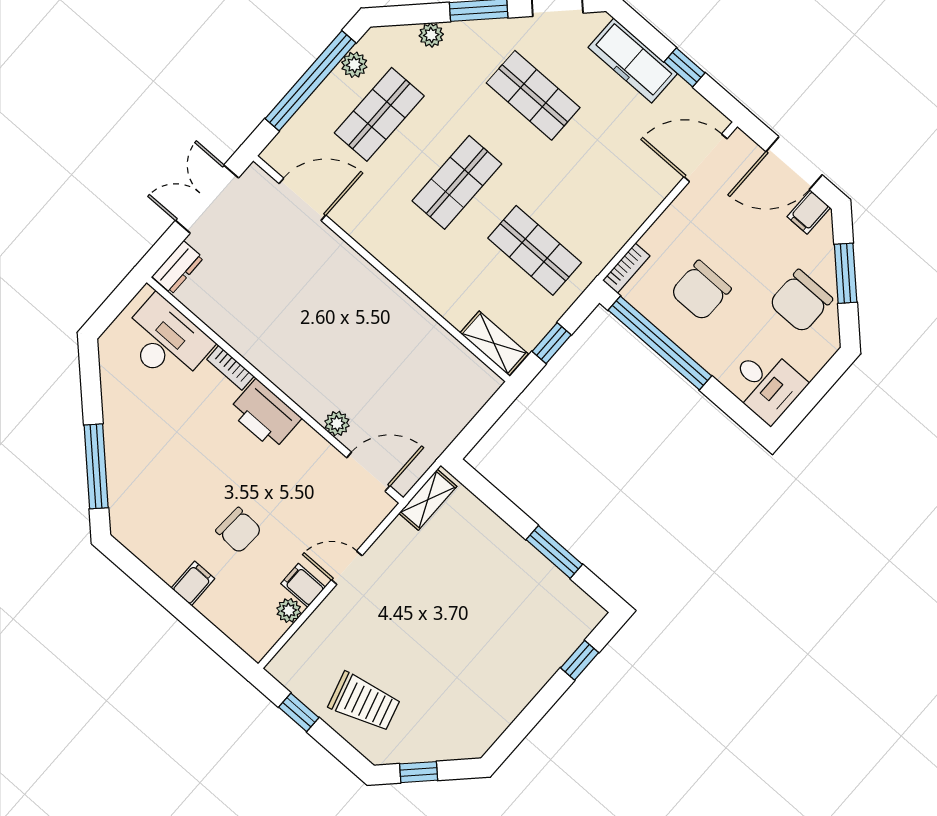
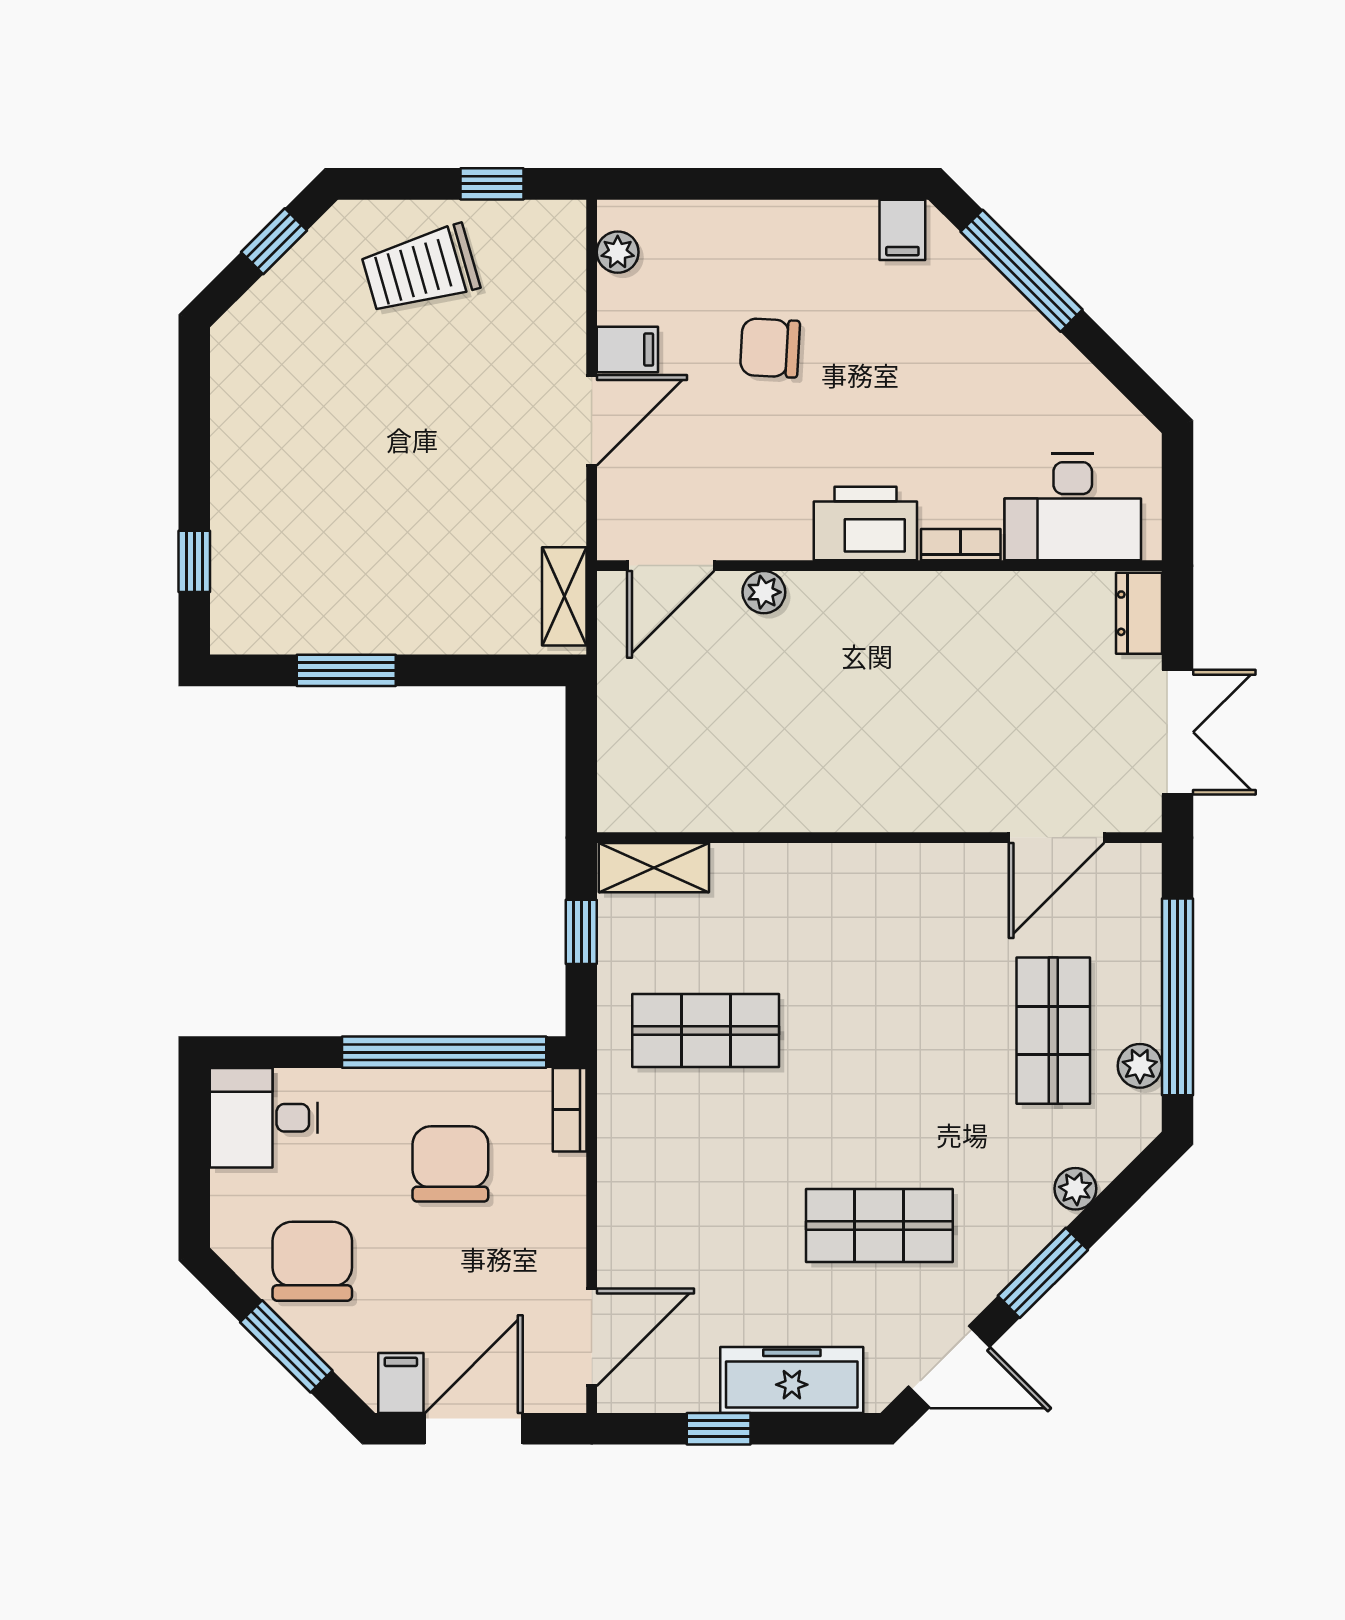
shop shelf: (457, 182) -> (879, 1031), removed
door: (347, 568) -> (592, 420), width x1.37
filing cabinet: (193, 583) -> (902, 230), moved
plant: (289, 611) -> (618, 252), moved

